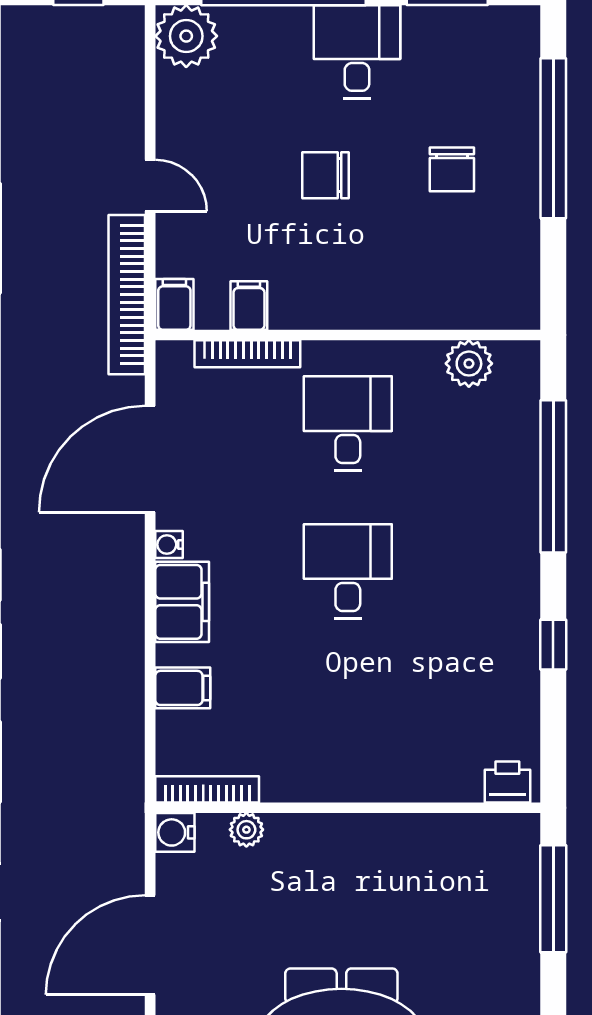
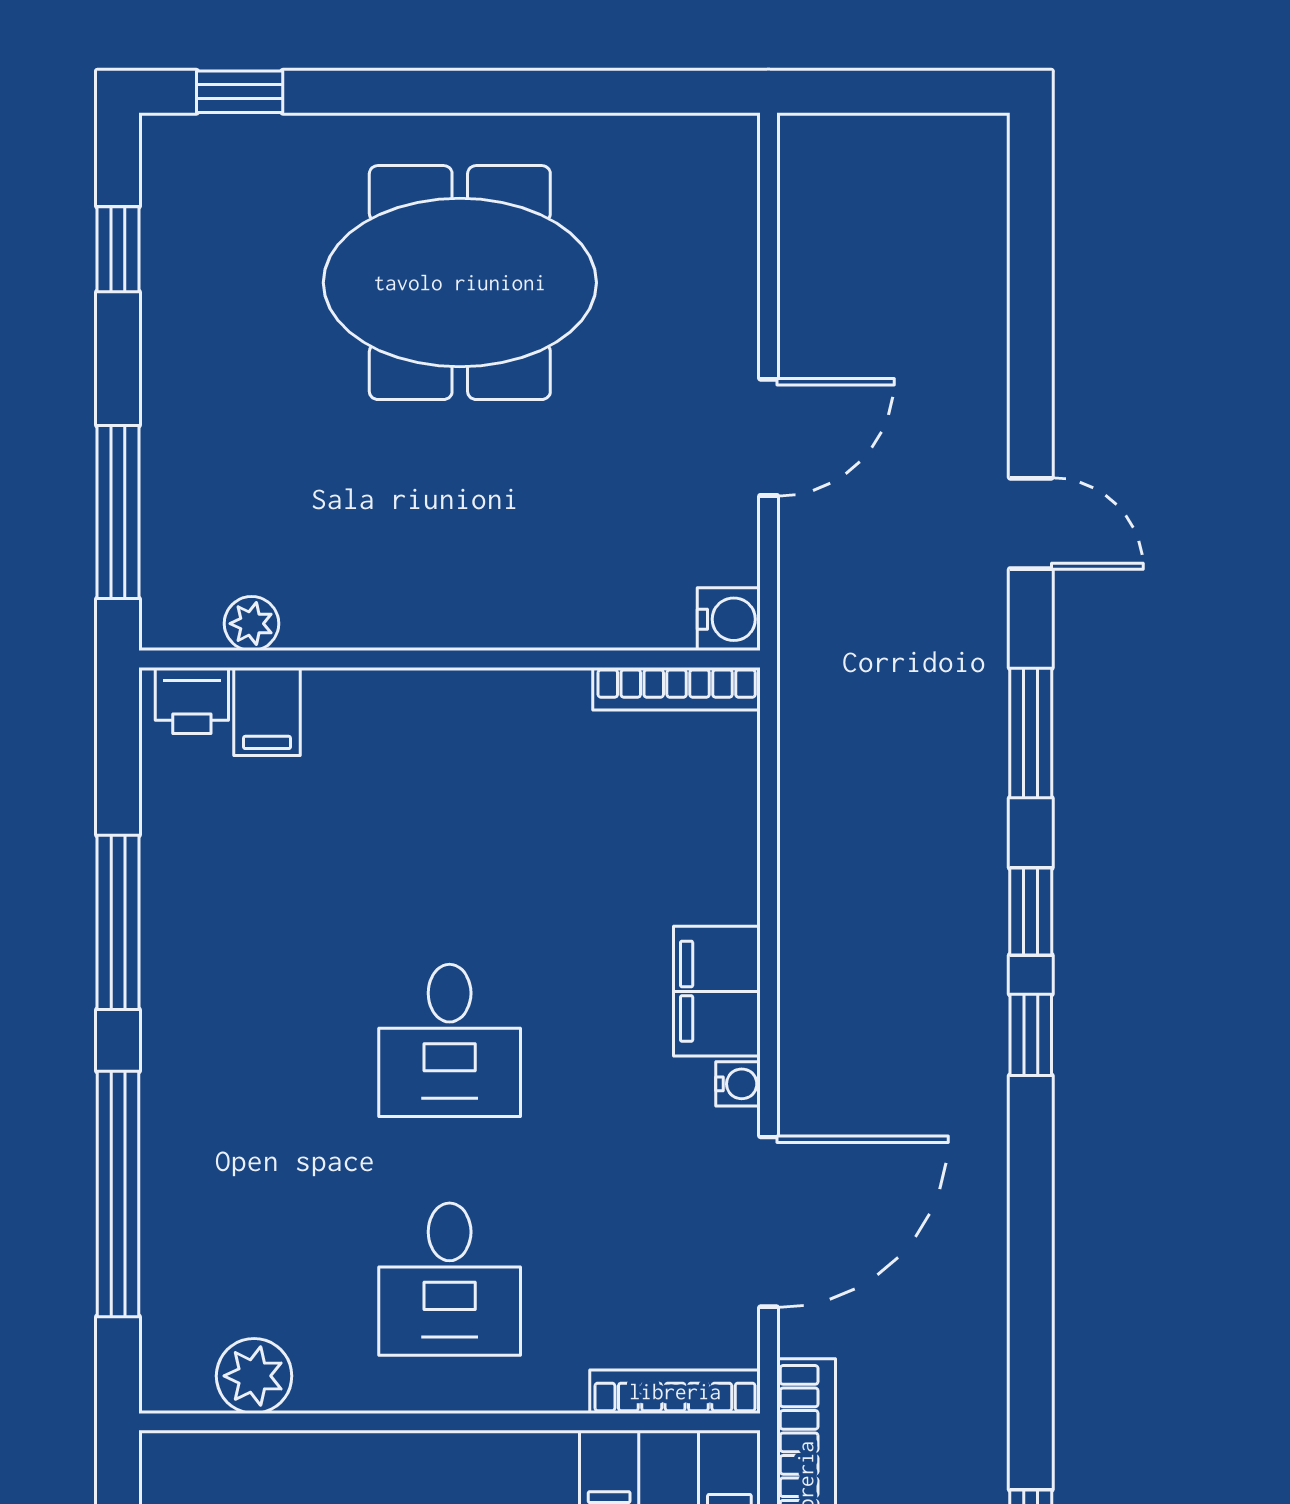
bookcase: (247, 354) -> (675, 1392), moved
window: (553, 645) -> (118, 922), width x2.17
filing cabinet: (183, 688) -> (267, 711), moved, turned -90
plant: (246, 830) -> (252, 624), moved
door: (150, 945) -> (769, 437), width x0.73

